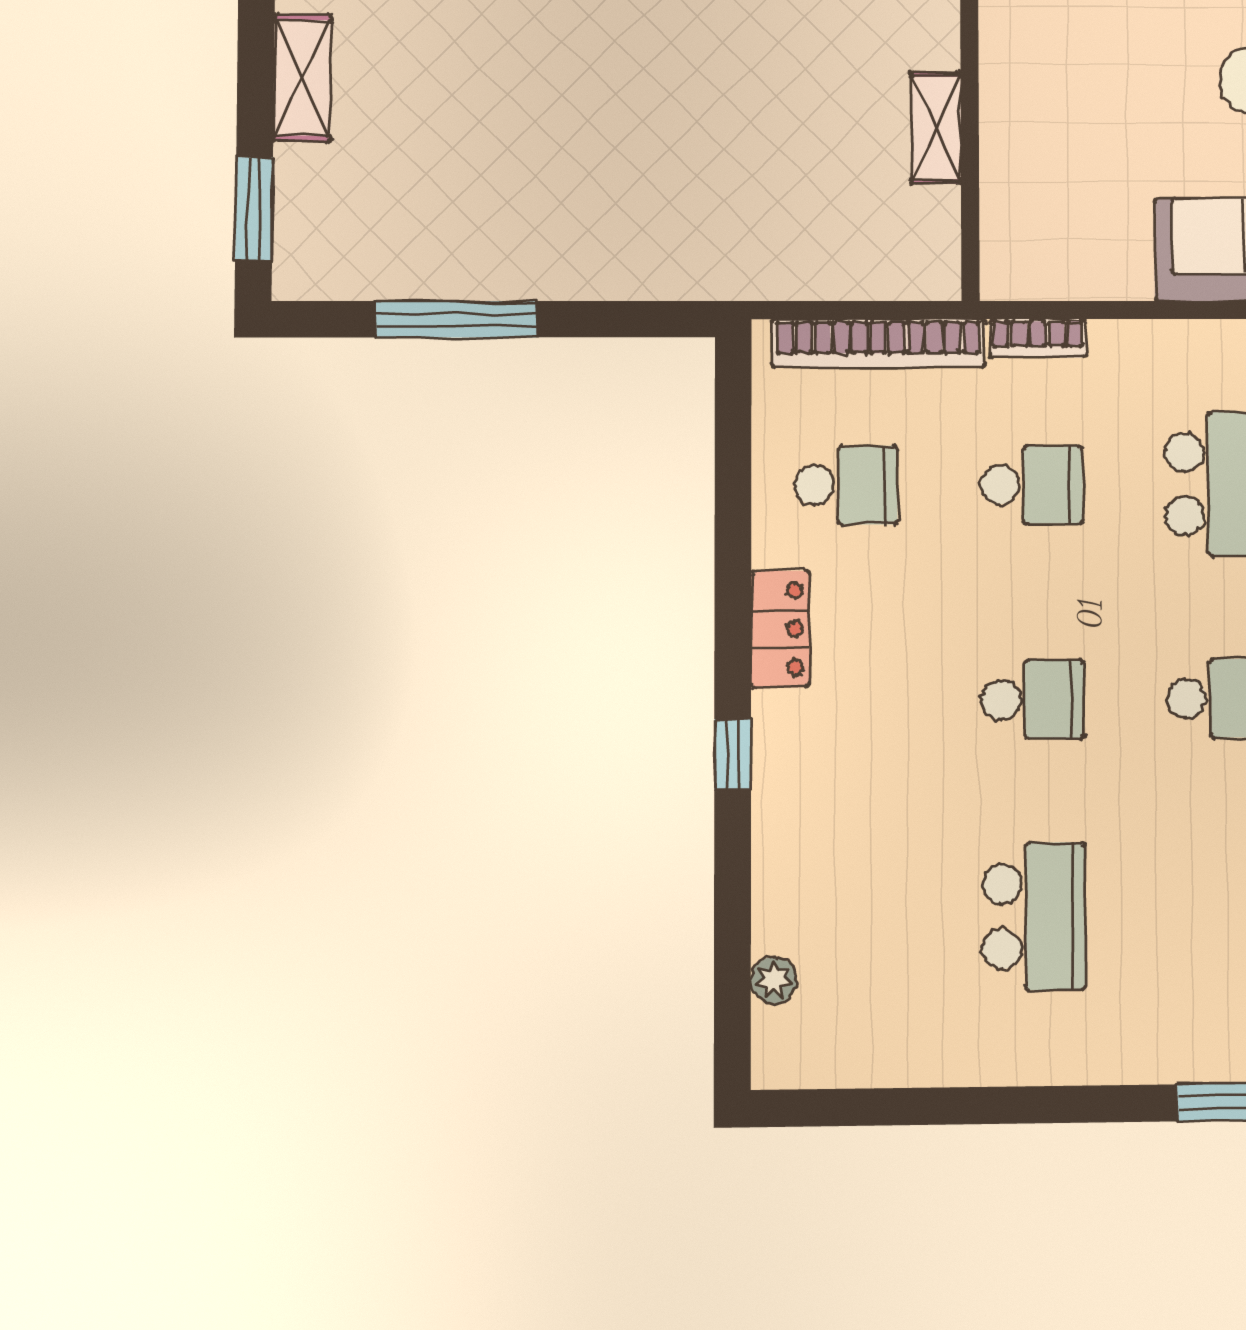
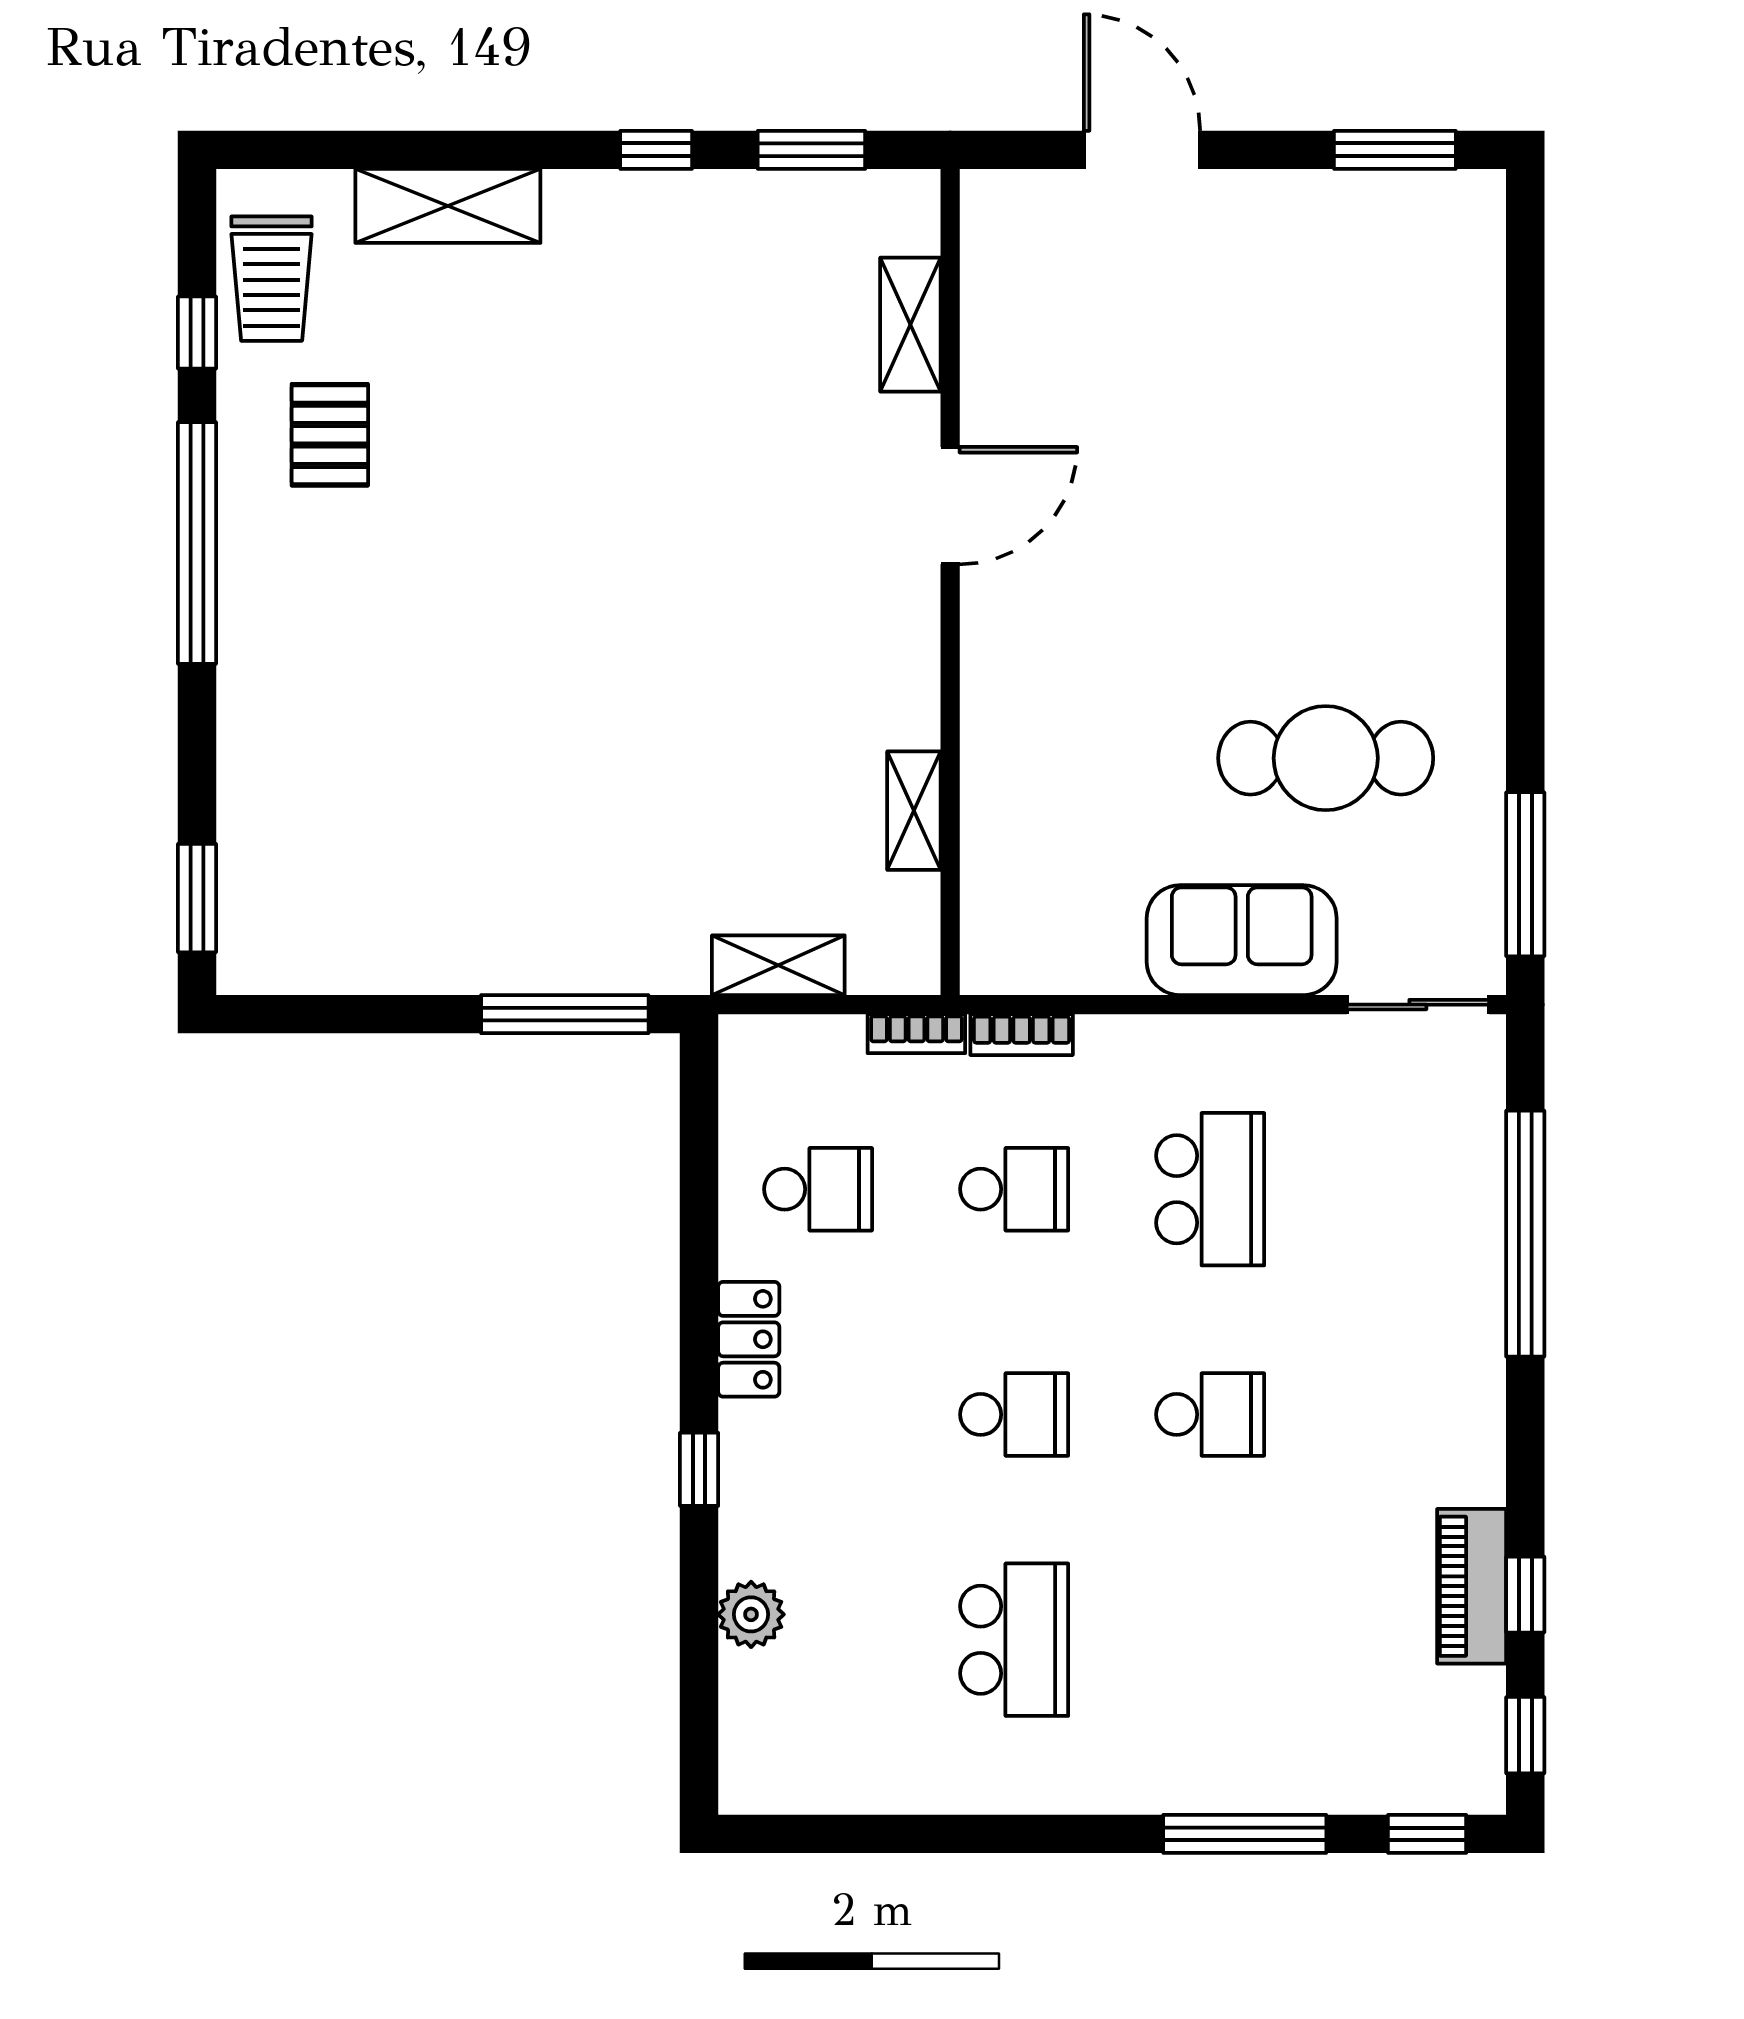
shelving: (302, 78) -> (778, 965), moved, turned 90
window: (456, 319) -> (565, 1014), moved
bookcase: (878, 343) -> (916, 1034), width x0.43, depth x0.76
plant: (774, 980) -> (751, 1614), moved, width x1.38, depth x1.38

